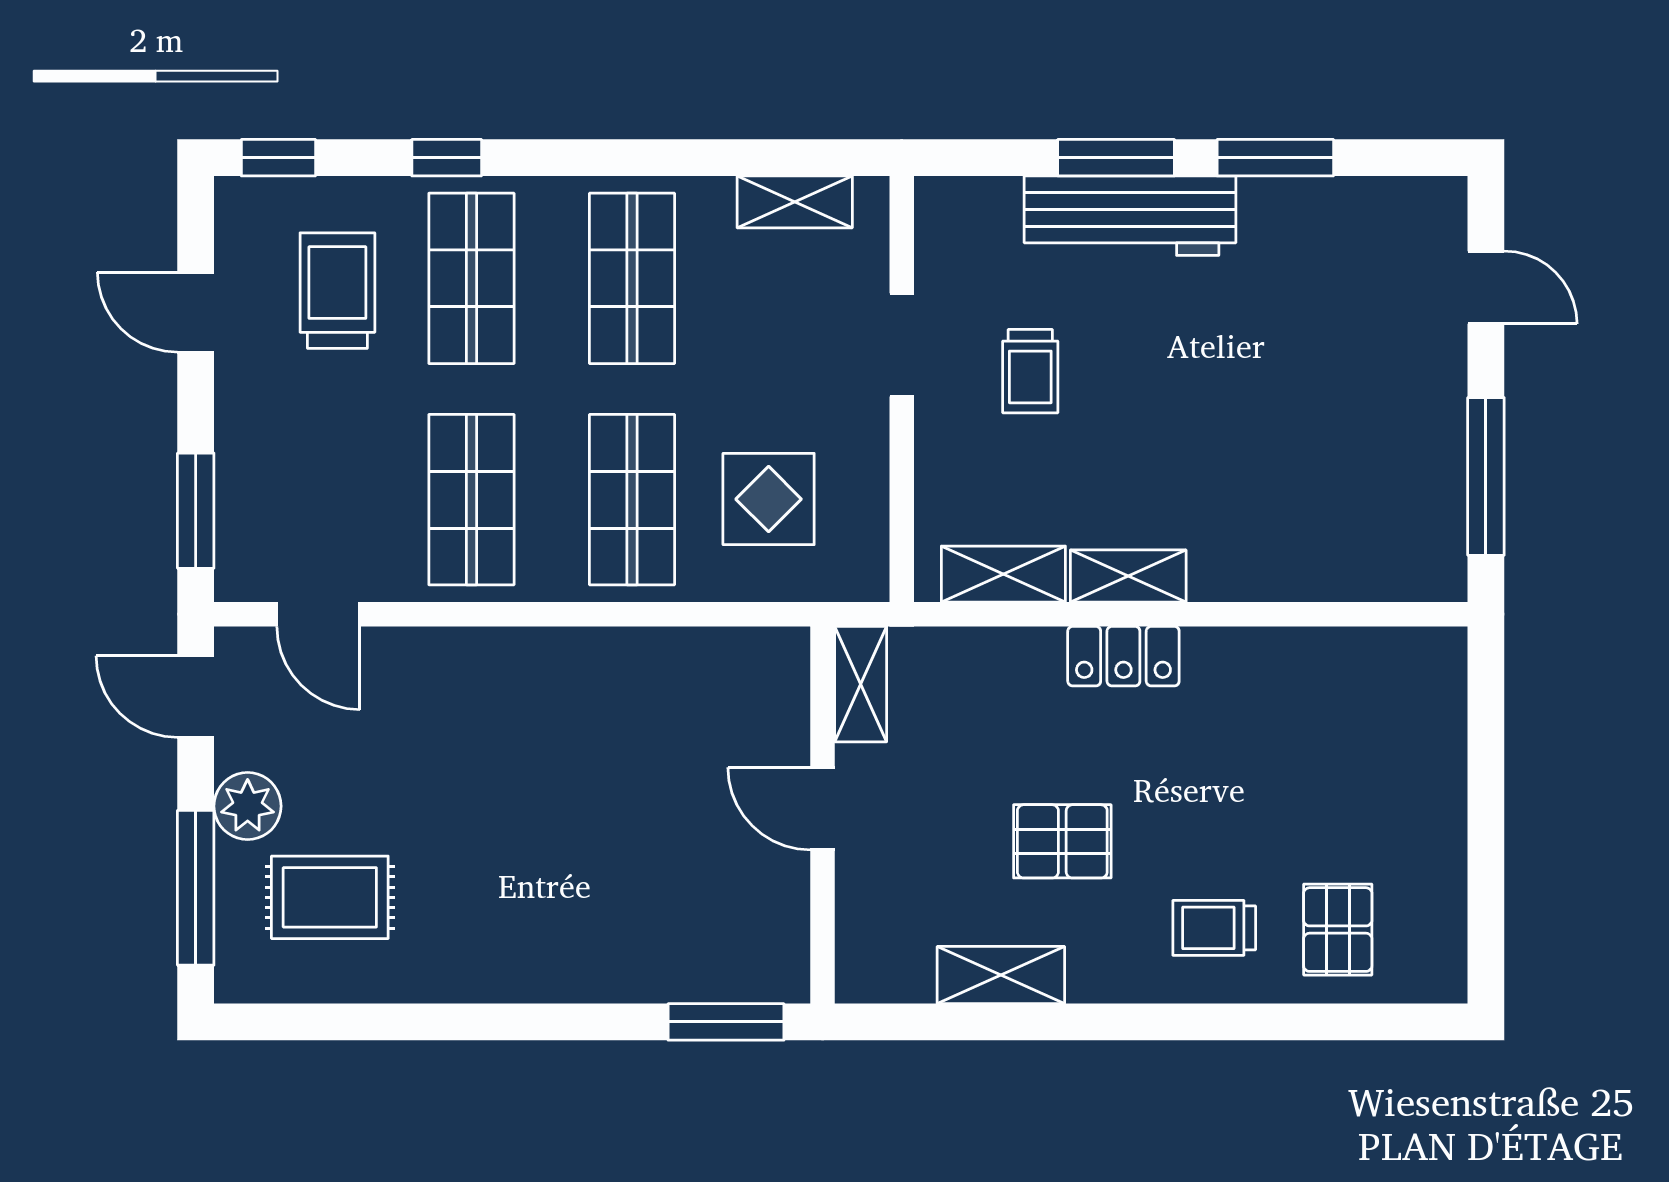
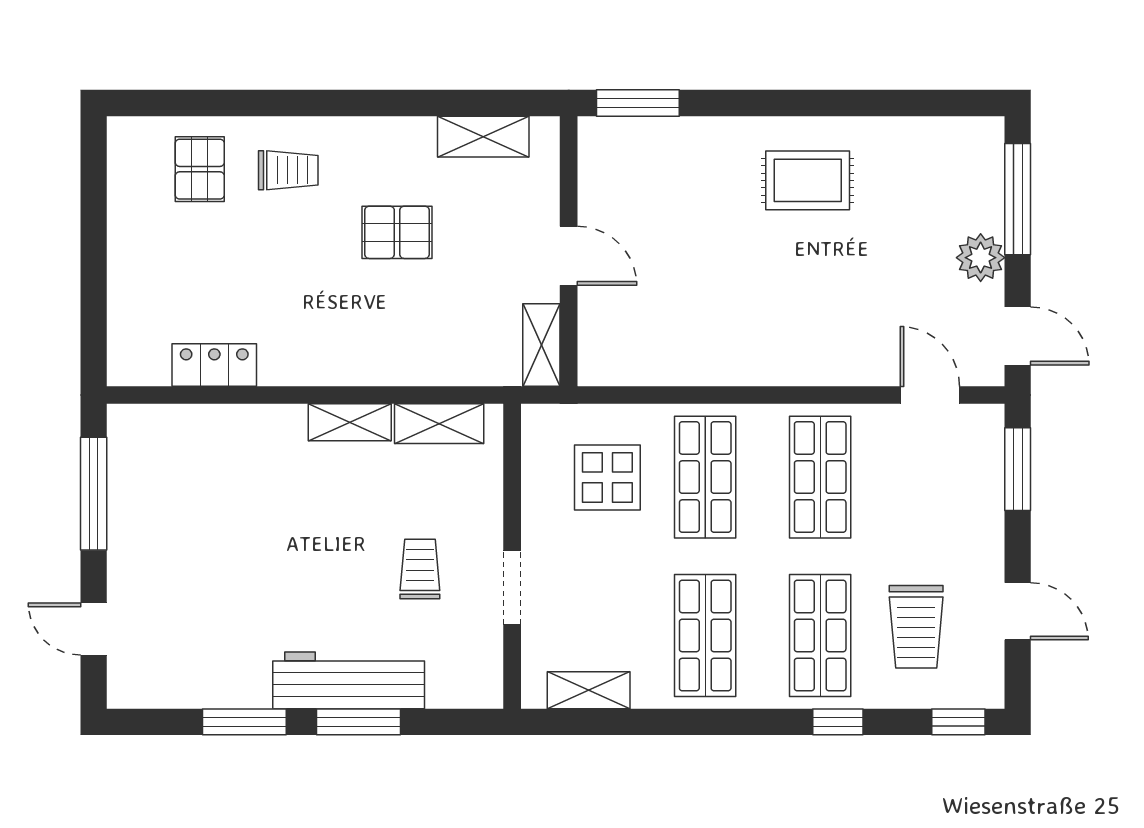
locker: (1123, 656) -> (214, 365), moved
rug: (330, 897) -> (808, 180), moved
shelving: (1001, 975) -> (483, 137), moved

